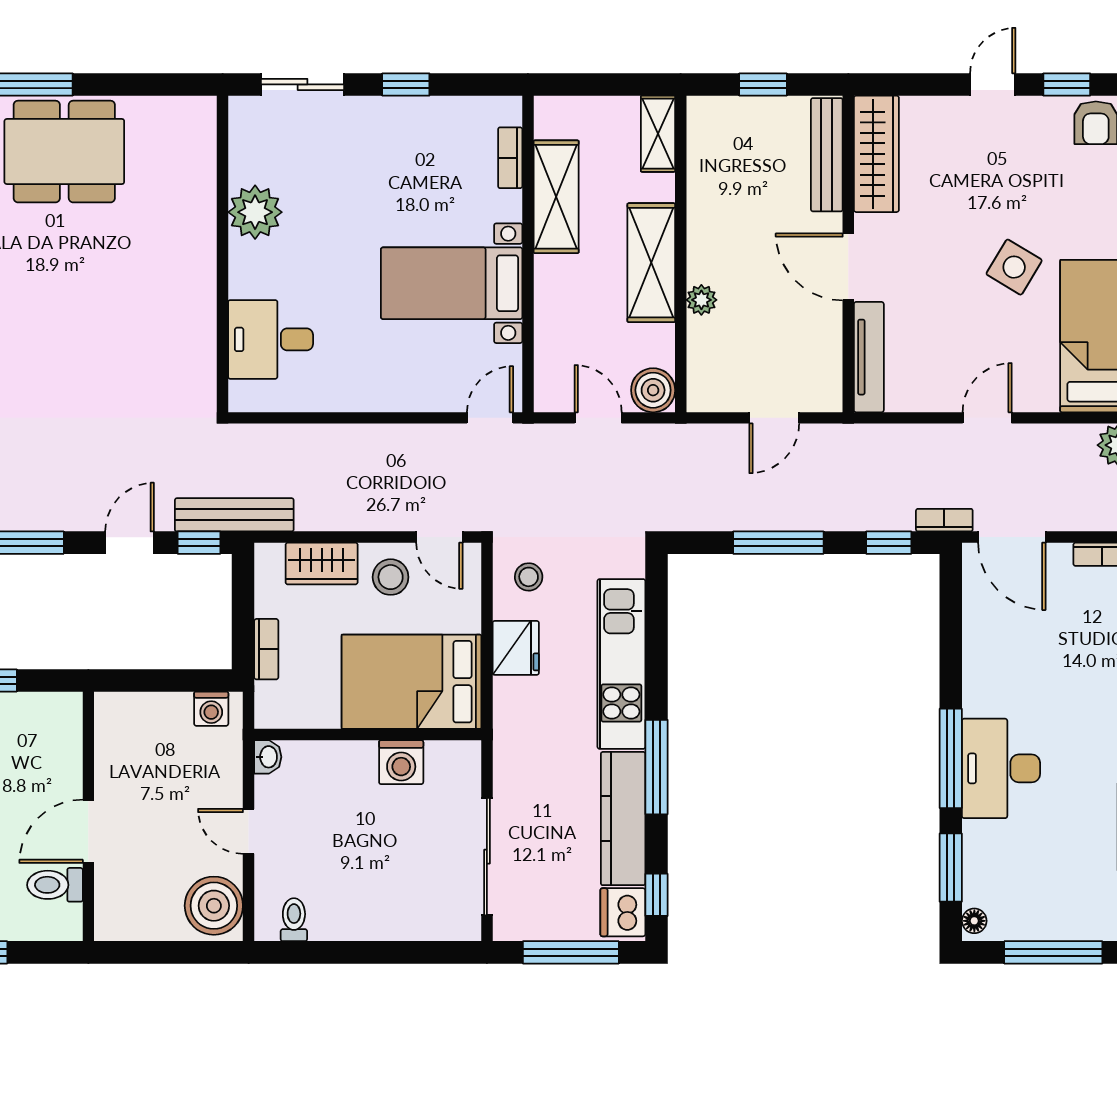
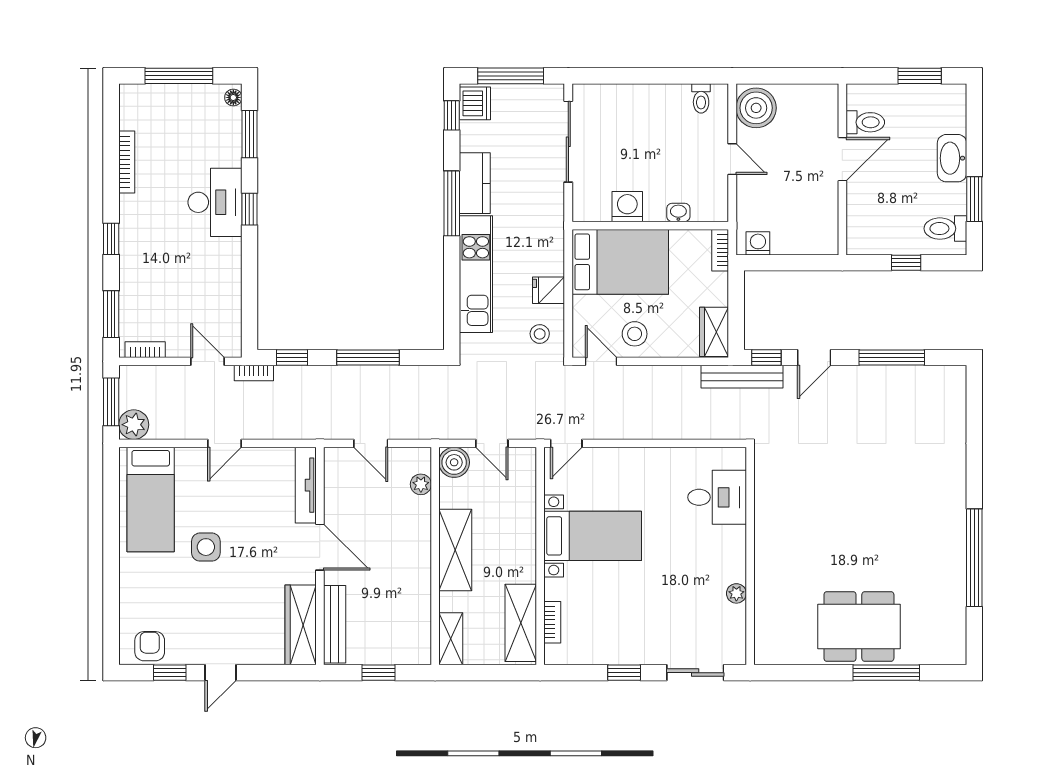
shelving: (556, 197) -> (521, 623), moved
plant: (255, 212) -> (736, 593), width x0.53, depth x0.53
side table: (1014, 267) -> (206, 547), turned -31
plant: (701, 300) -> (421, 484), moved
door: (774, 418) -> (371, 443), swing flipped
door: (1012, 537) -> (207, 361), width x0.73
wardrobe: (322, 564) -> (714, 332), moved, turned -90
fridge: (516, 648) -> (549, 290), width x0.72
bookcase: (266, 649) -> (720, 250), moved
washbasin: (268, 757) -> (678, 212), moved, turned 90
window: (951, 758) -> (249, 209), width x0.46
kitchen counter: (623, 819) -> (475, 183), width x0.67

